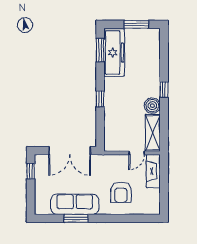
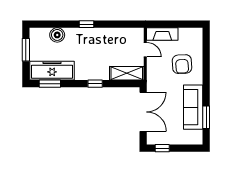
boiler: (152, 106) -> (57, 35), moved
shelving: (153, 133) -> (127, 73), moved
armchair: (121, 192) -> (182, 64), turned 87
window: (76, 218) -> (206, 117), moved

